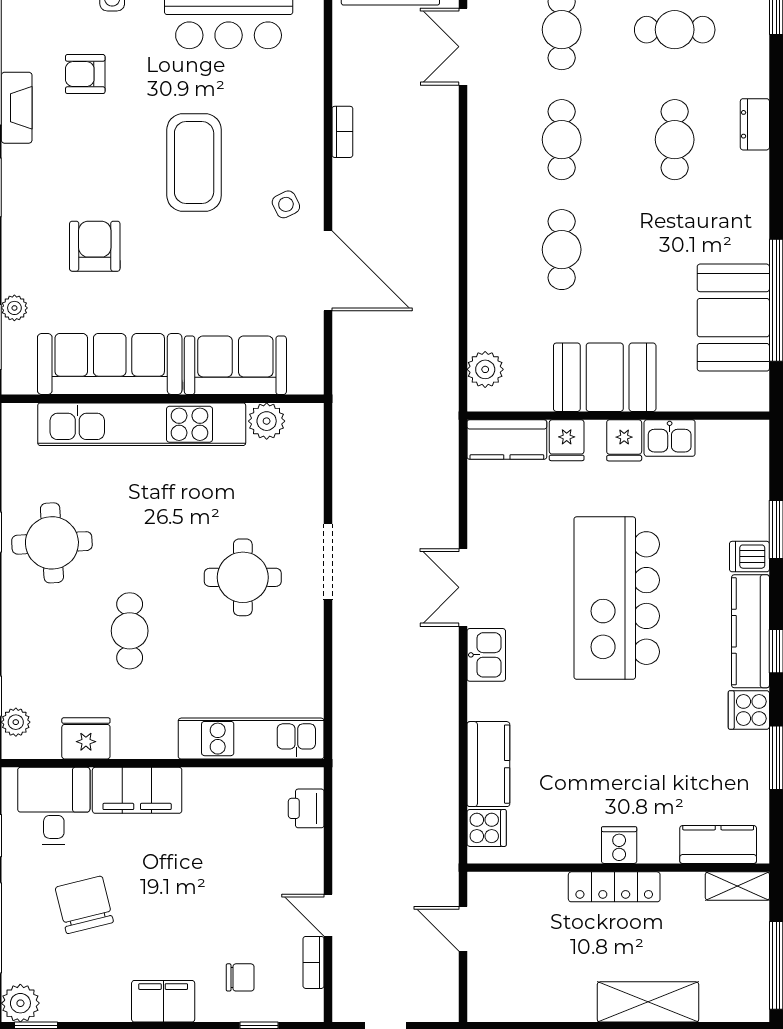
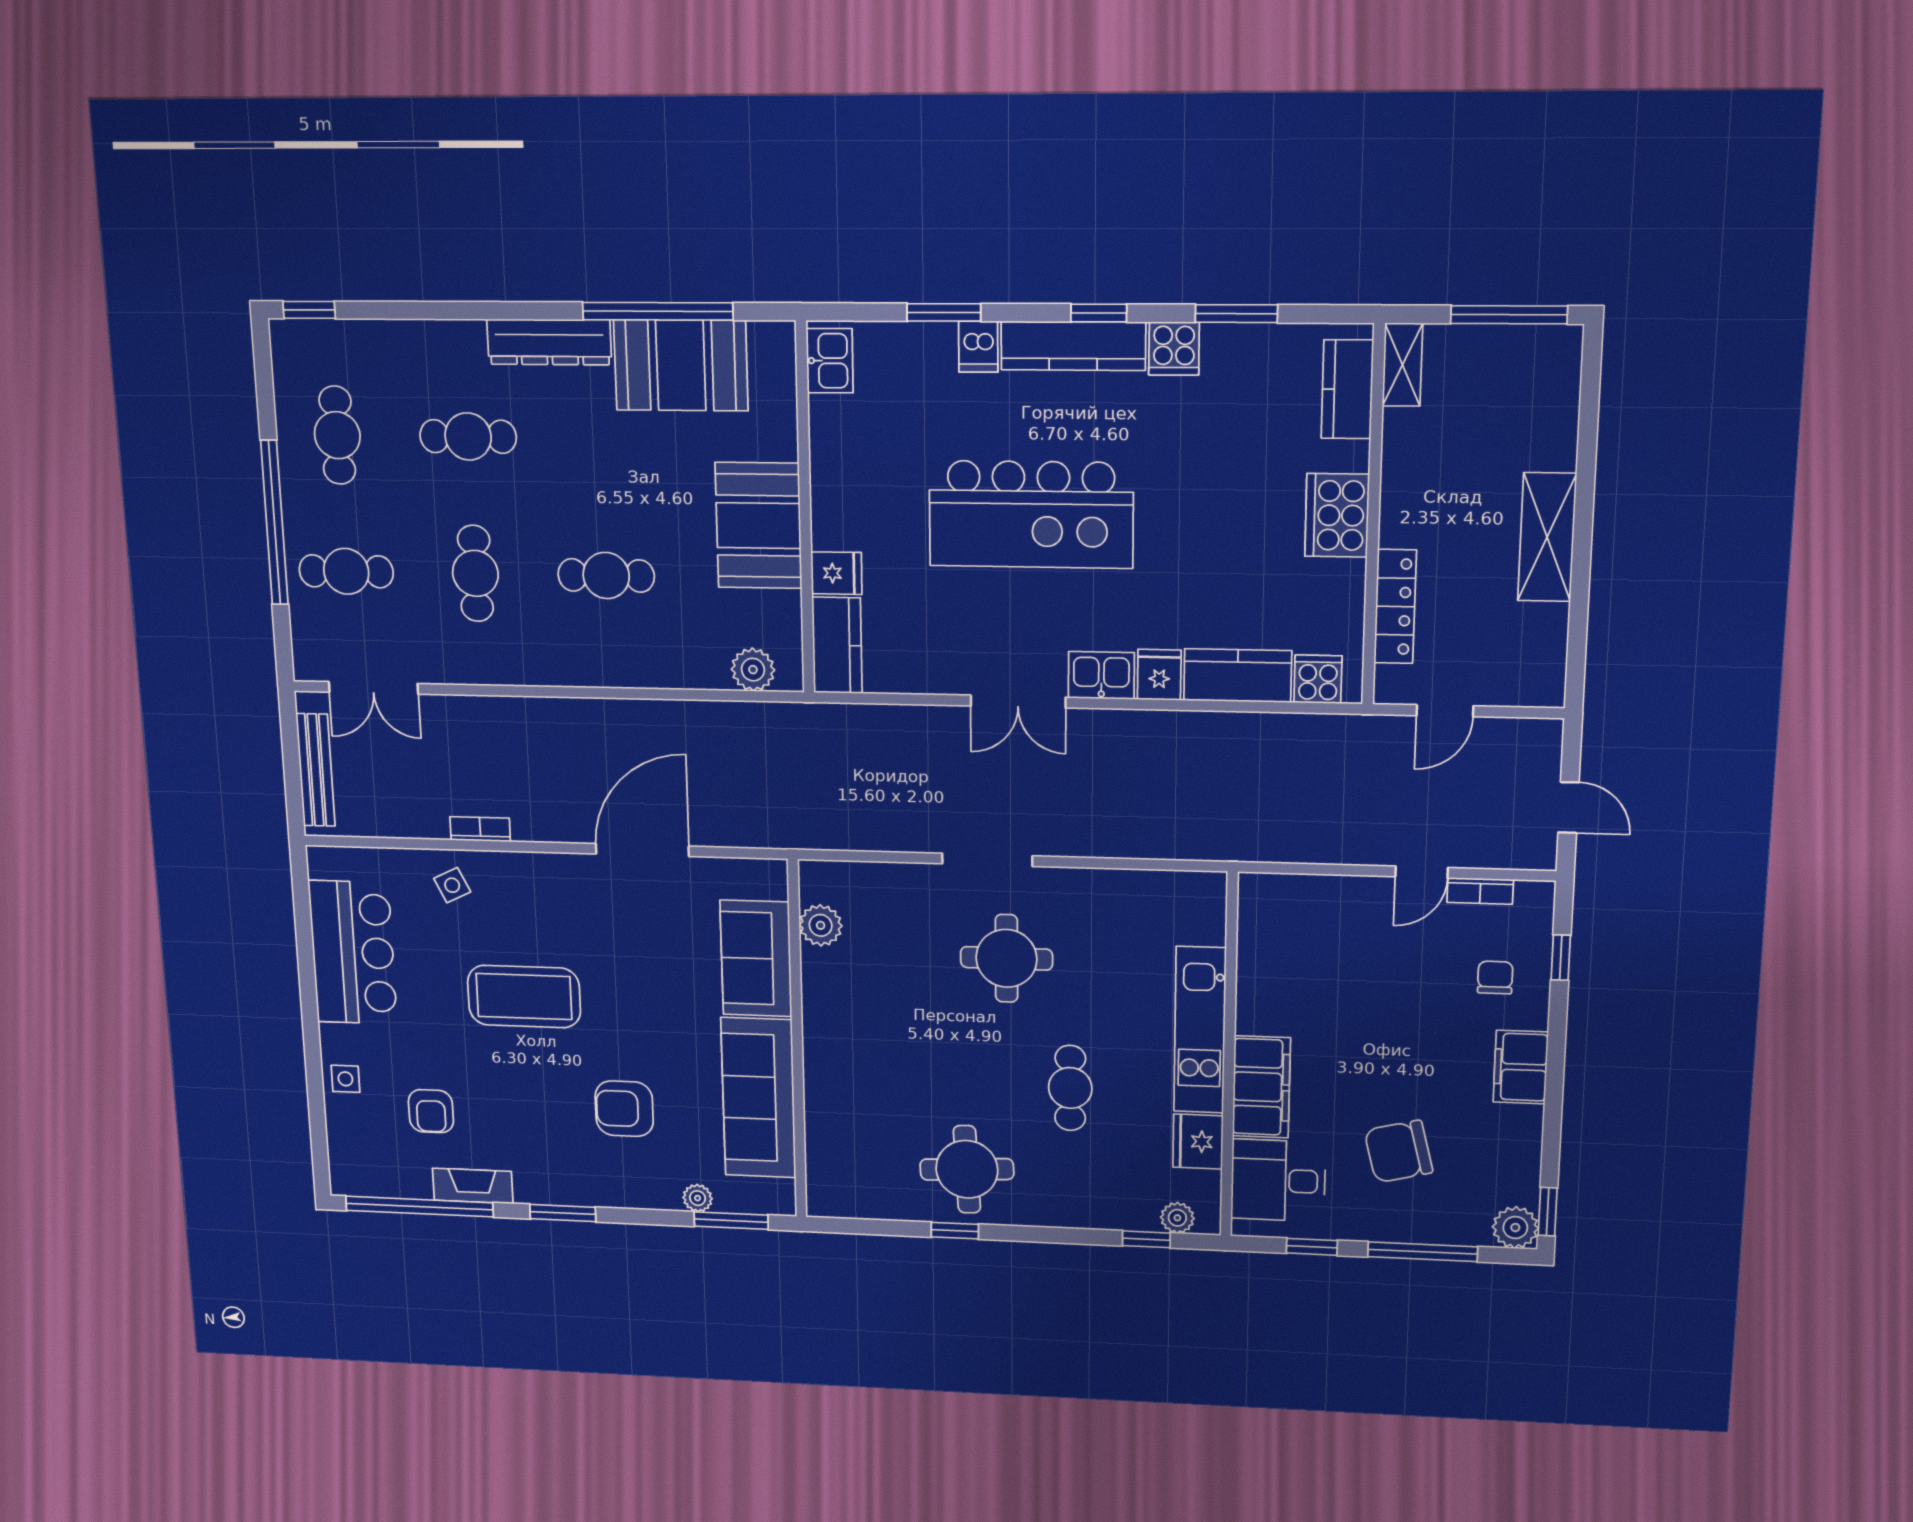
dresser: (755, 124) -> (549, 342), moved, width x1.96, depth x1.24
cafe table: (562, 140) -> (475, 573), turned 90
side table: (286, 204) -> (452, 885), moved
kitchen unit: (142, 424) -> (827, 1065), removed
kitchen sink: (670, 438) -> (830, 361), moved
fridge: (624, 440) -> (1159, 675), moved, turned -90
cafe table: (130, 631) -> (1070, 1088), turned 90
kitchen unit: (251, 739) -> (1200, 1030), moved
printer: (306, 808) -> (1288, 894), removed
cooker: (619, 845) -> (1337, 515), width x1.87, depth x1.31
locker: (614, 887) -> (1395, 607), moved
shelving: (648, 1002) -> (1547, 537), moved

